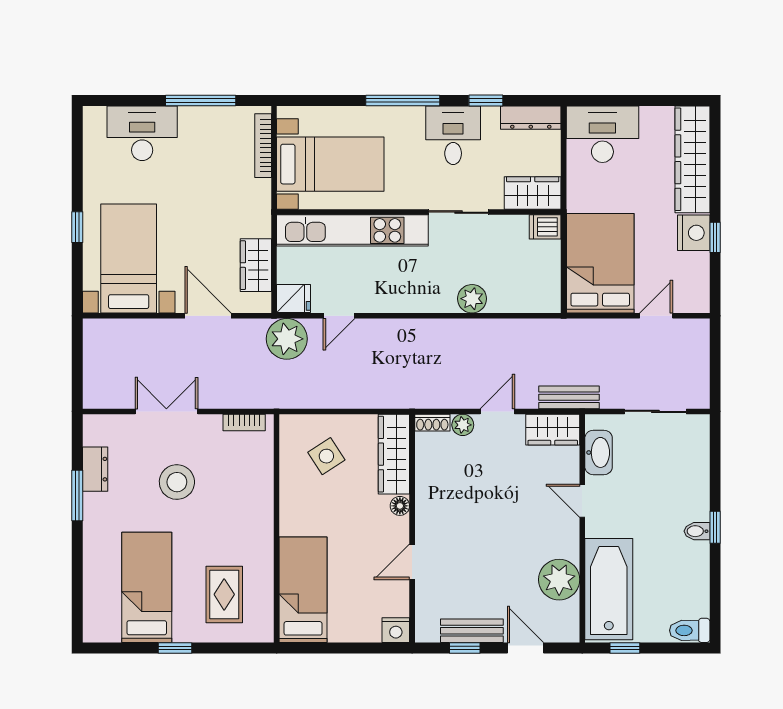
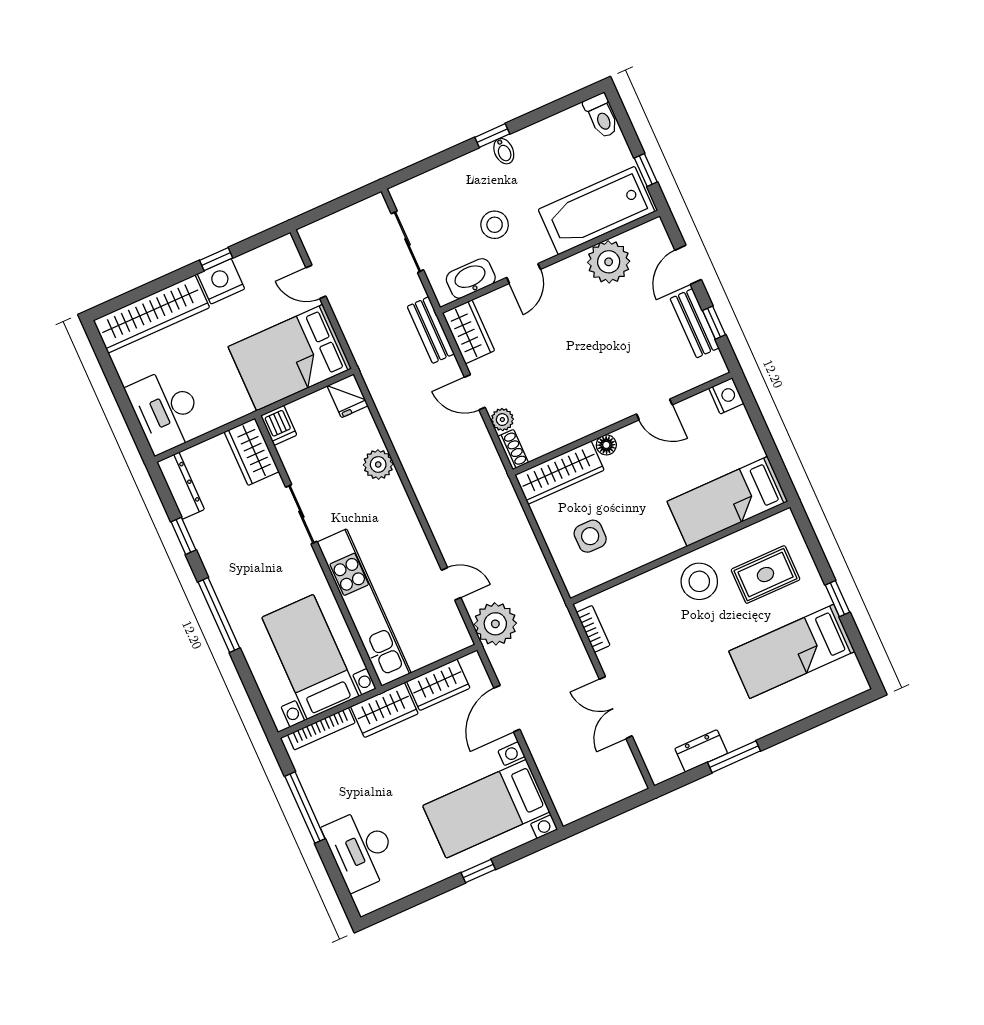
desk: (453, 135) -> (231, 552), removed
wardrobe: (255, 208) -> (384, 710), added
fridge: (293, 299) -> (348, 396), moved, turned 180
side table: (326, 456) -> (590, 536), turned 33
stool: (177, 482) -> (699, 581), moved
stool: (636, 494) -> (495, 225), added

